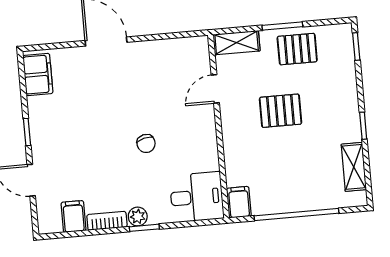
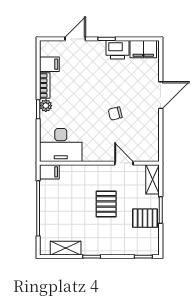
pallet: (297, 49) -> (145, 218), turned 90
printer: (42, 114) -> (118, 50), added
chair: (146, 143) -> (115, 114), moved
desk: (197, 197) -> (61, 145), width x1.37

